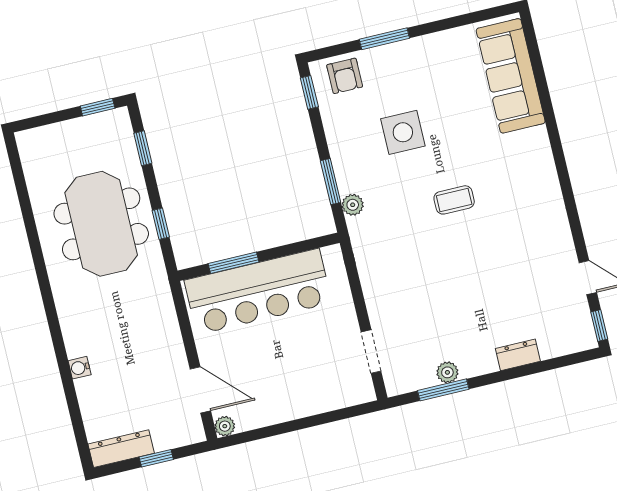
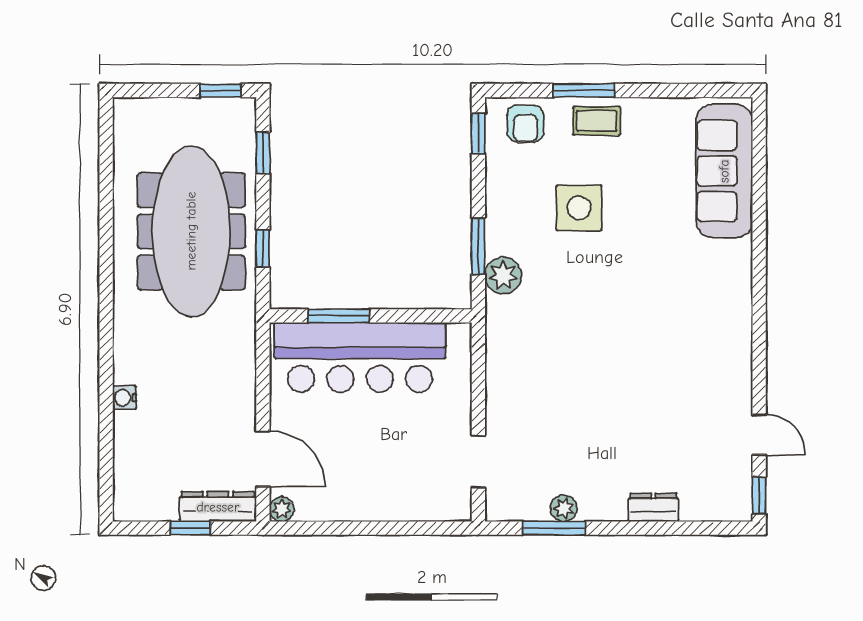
coffee table: (454, 200) -> (597, 121), moved
plant: (353, 205) -> (503, 275), width x1.38, depth x1.38
meeting table: (101, 224) -> (191, 231), width x1.36
dresser: (121, 449) -> (218, 507), moved

